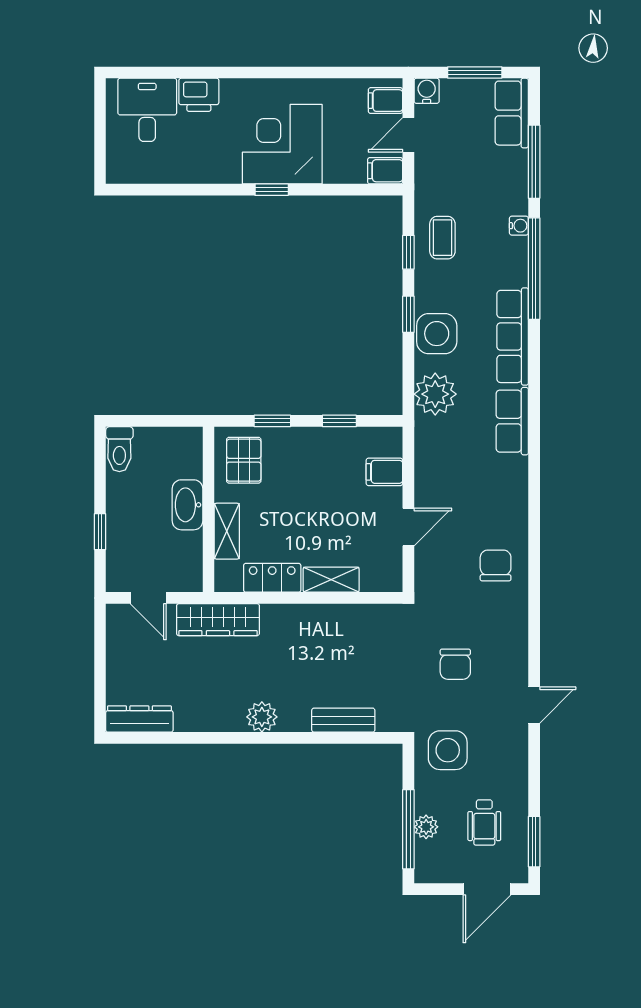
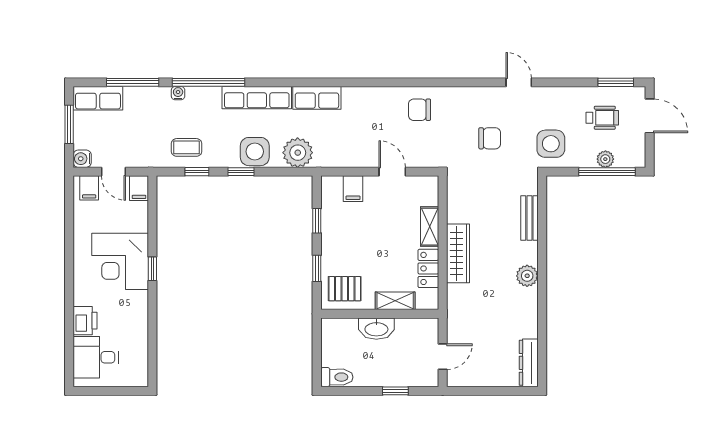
wardrobe: (218, 620) -> (458, 253), moved

